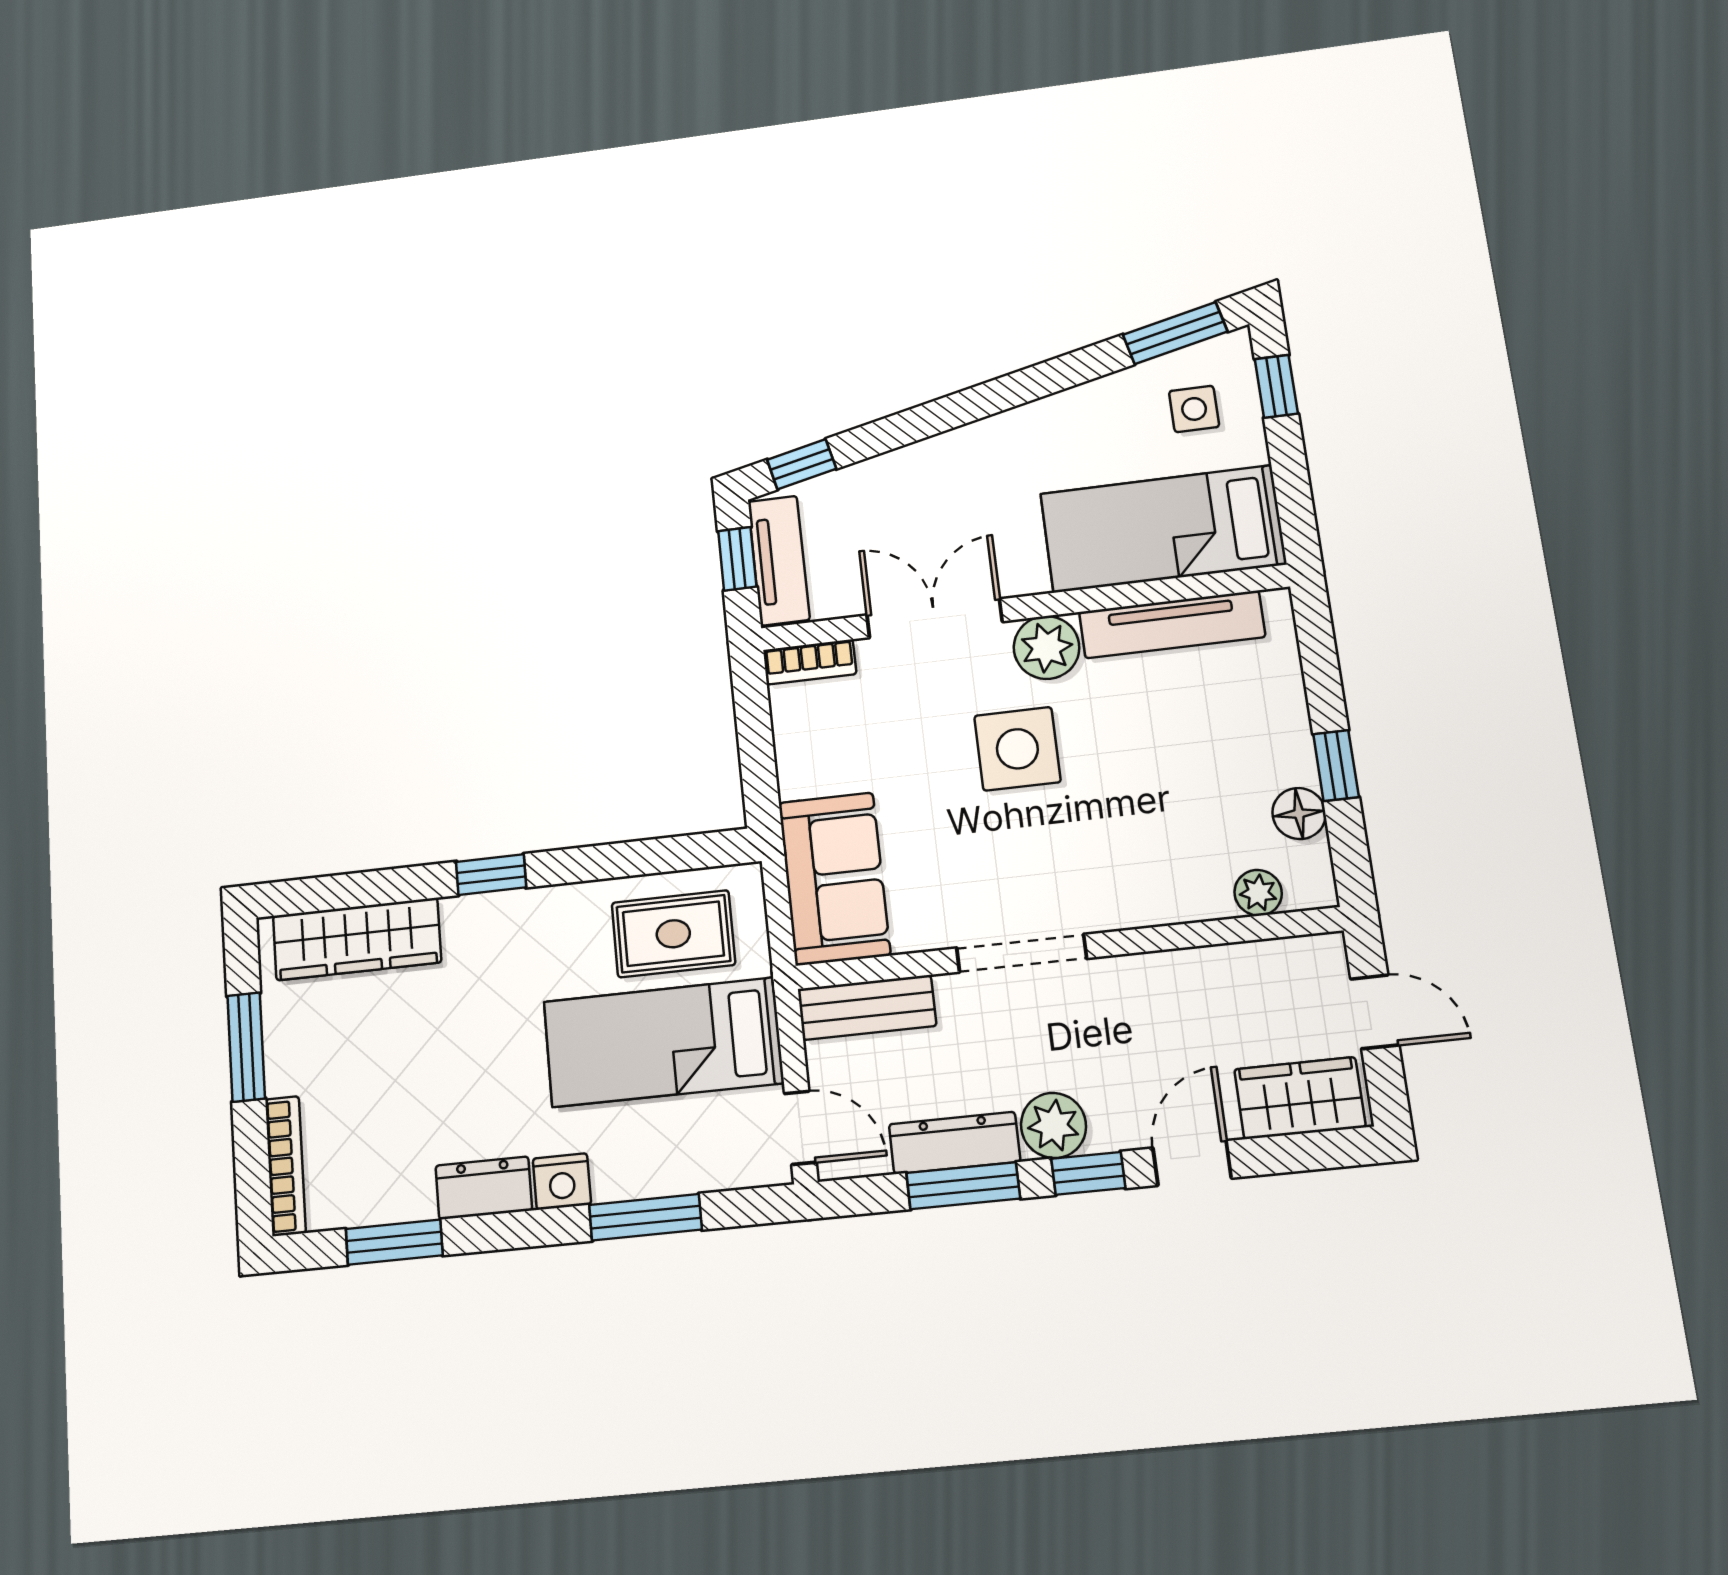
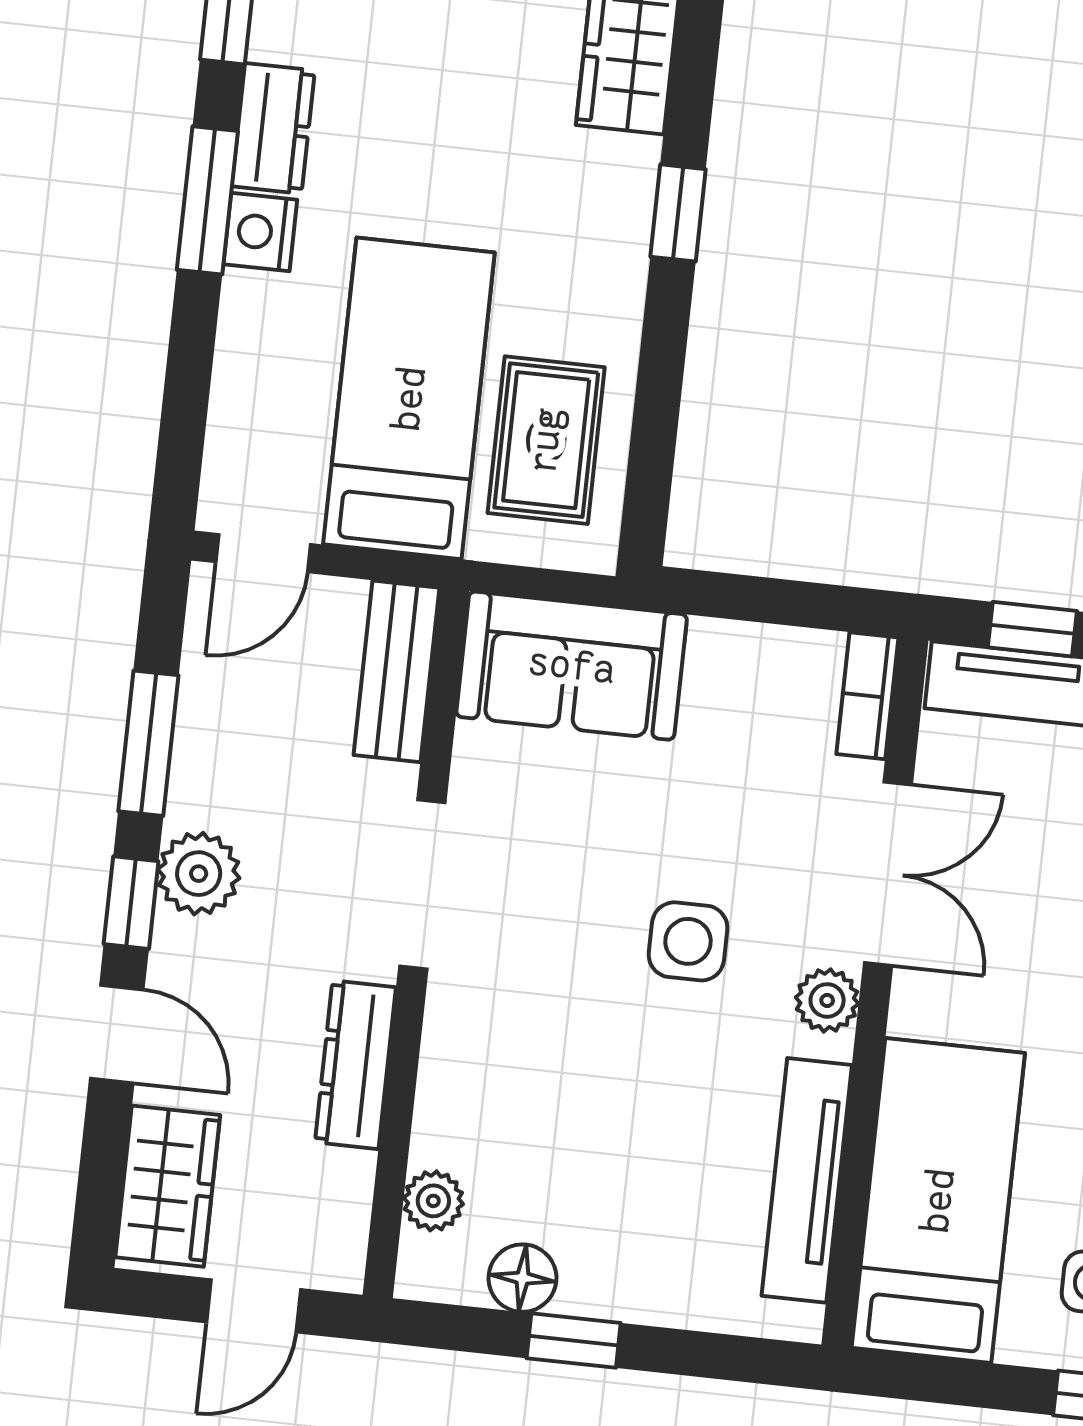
plant: (1047, 647) -> (827, 1000), width x0.73, depth x0.73
side table: (1017, 749) -> (688, 941), width x0.73, depth x0.73
dresser: (954, 1143) -> (355, 1065), moved, turned 180
window: (645, 1217) -> (207, 200), moved

